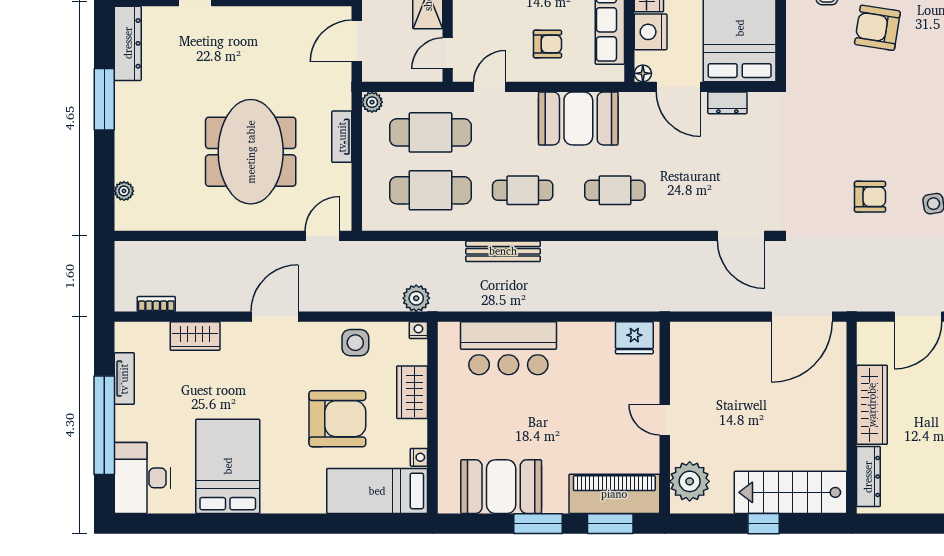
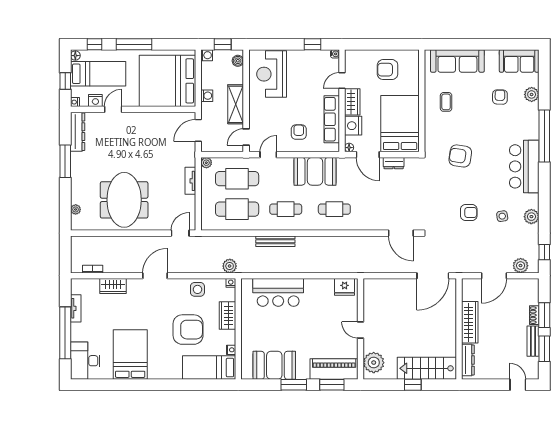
armchair: (877, 28) -> (460, 156), moved
armchair: (547, 44) -> (299, 132), turned -90
meeting table: (251, 152) -> (124, 200), moved

